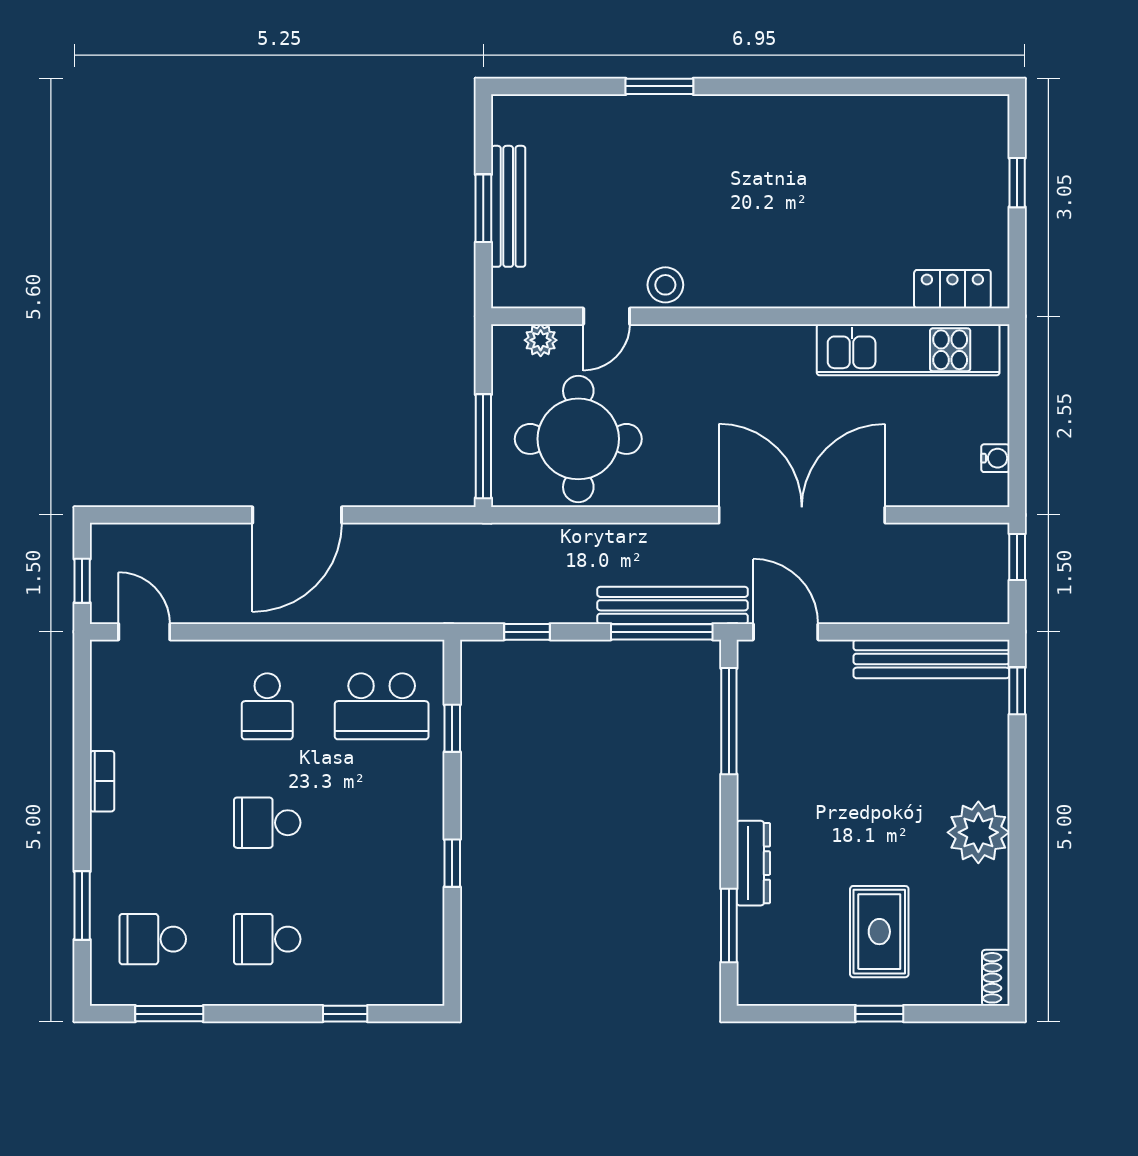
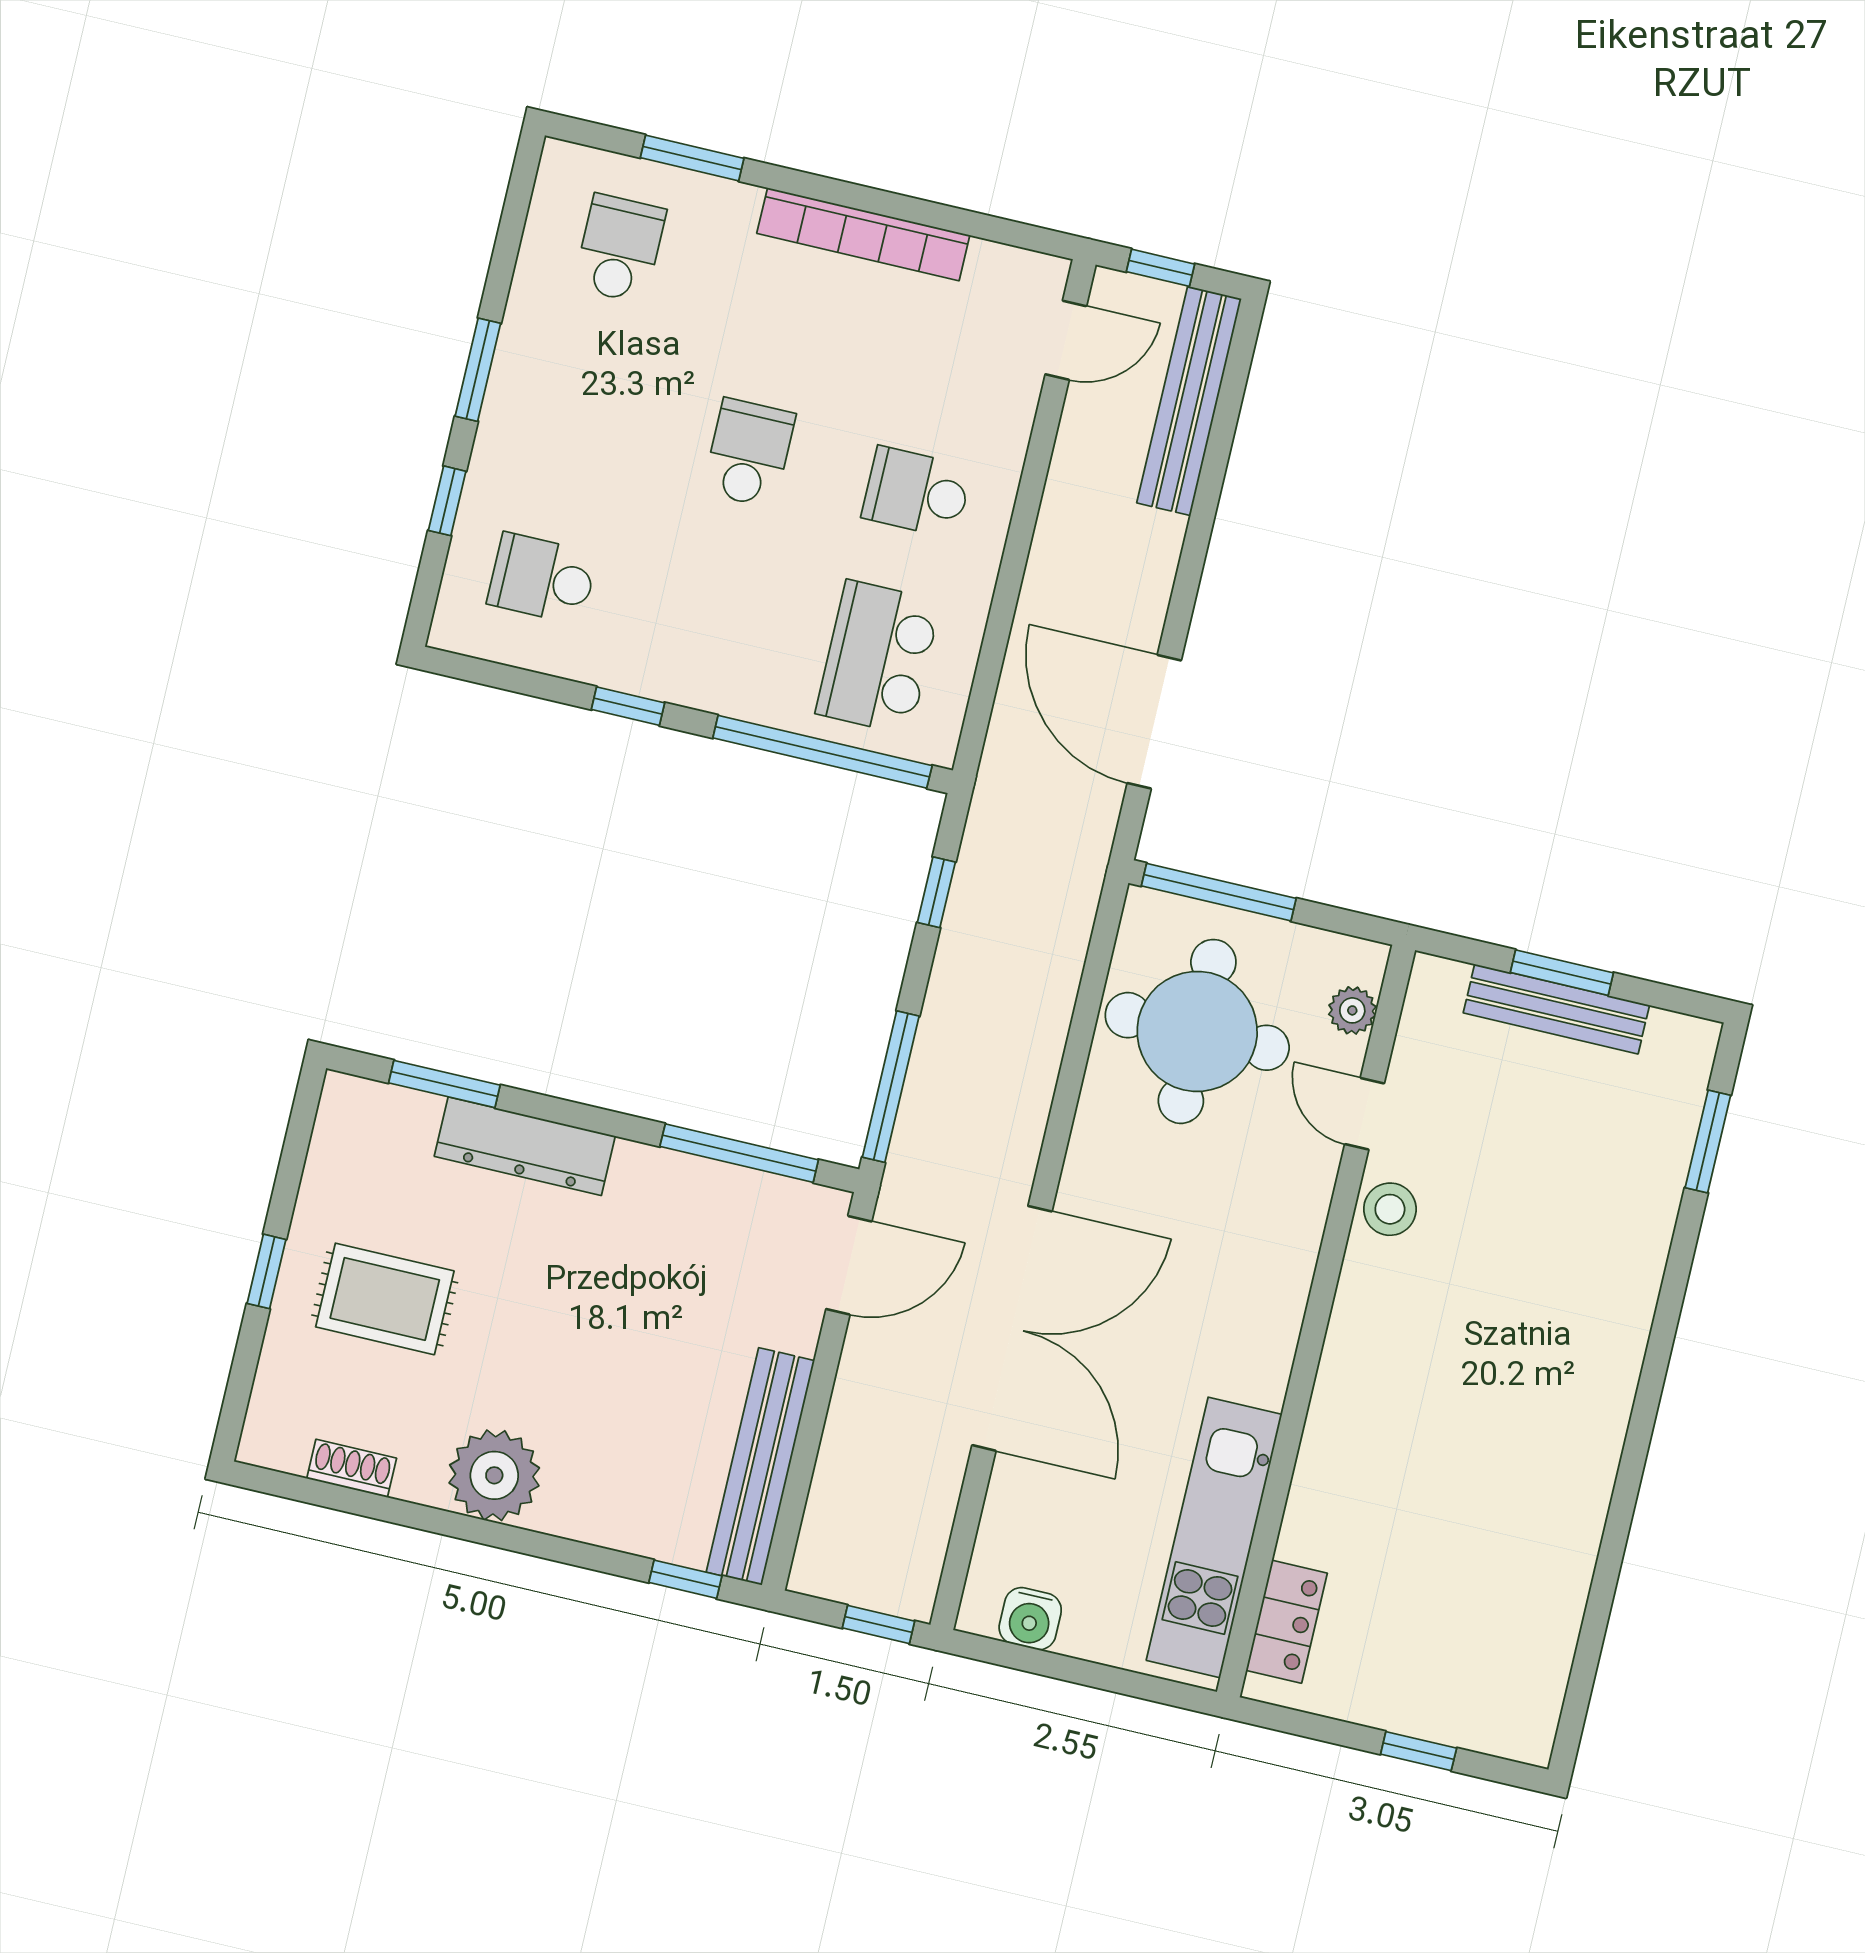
window: (659, 86) -> (1708, 1141), moved
water cooler: (995, 458) -> (1030, 1619), width x1.38, depth x1.38
door: (297, 515) -> (1154, 722), moved
bench: (673, 605) -> (1189, 401), moved
window: (452, 728) -> (822, 752), width x3.17
bookcase: (102, 781) -> (863, 234), width x2.31, depth x1.31
dresser: (753, 863) -> (525, 1146), width x1.37, depth x1.24
school desk: (267, 939) -> (542, 579), moved, turned -90
shoe rack: (996, 978) -> (352, 1468), moved
window: (169, 1014) -> (478, 370), moved

